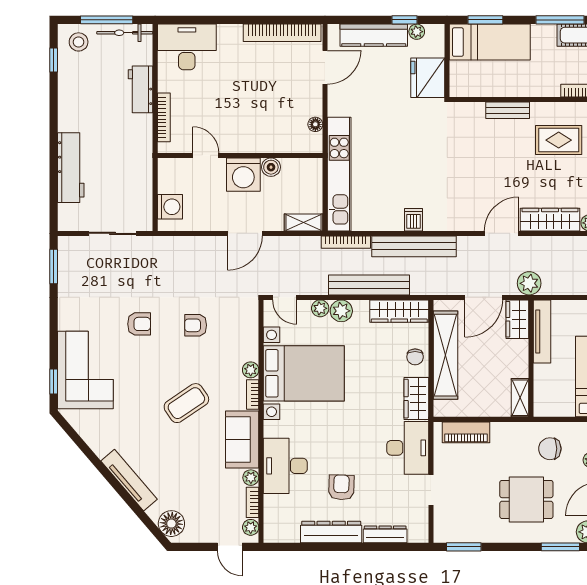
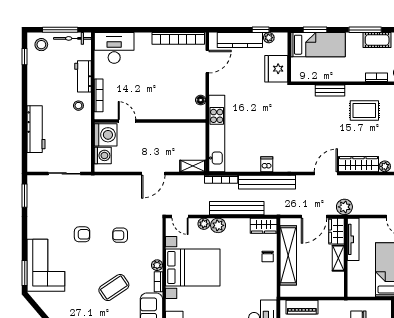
stool: (134, 133) -> (78, 106), added
boiler: (271, 167) -> (171, 129), removed
washing machine: (243, 175) -> (106, 135), moved, turned -90
wardrobe: (399, 311) -> (264, 226), width x0.67
window: (54, 382) -> (25, 273), width x1.50
shelving: (520, 398) -> (338, 258), moved
wardrobe: (416, 399) -> (269, 284), removed

